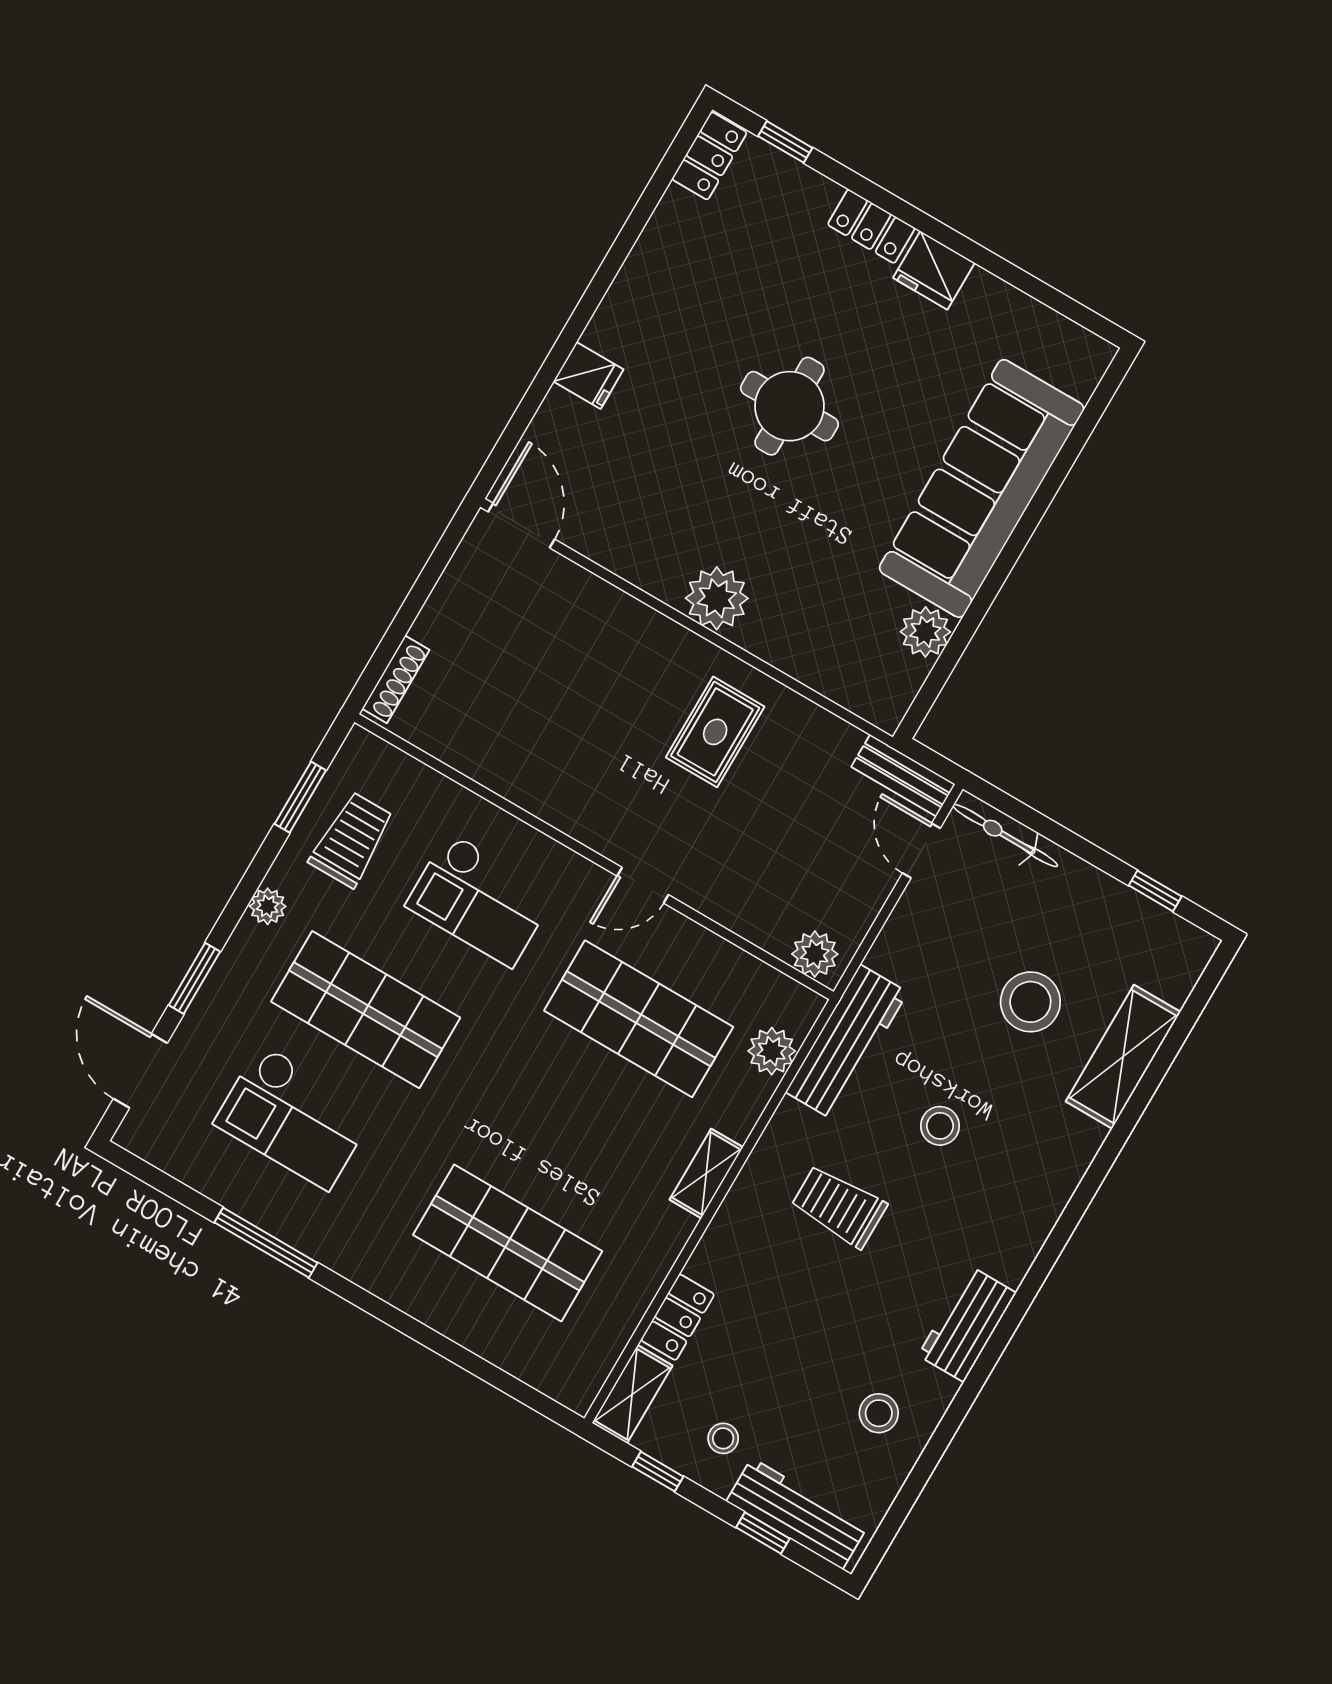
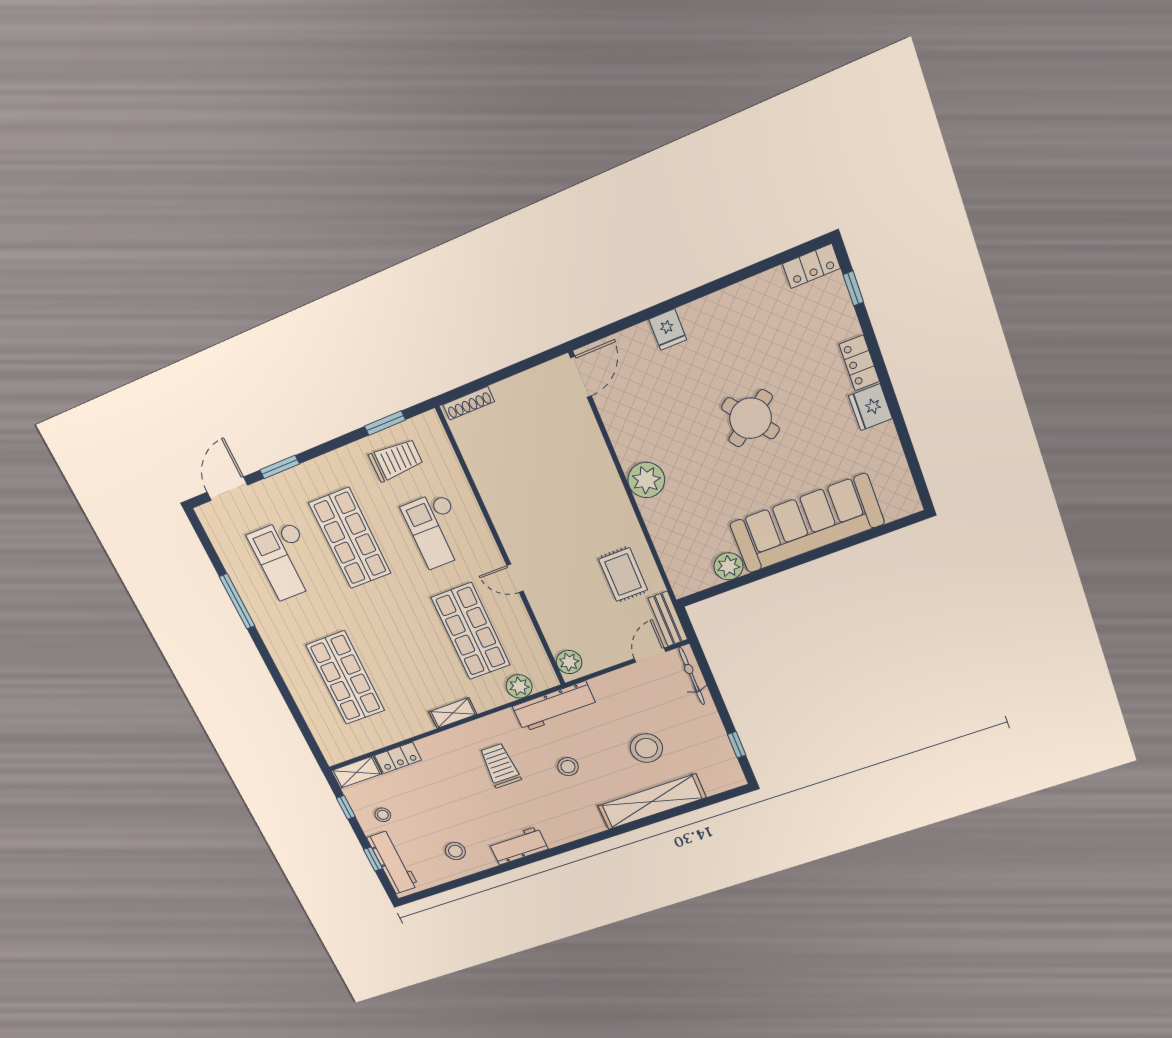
round table: (789, 406) -> (751, 418), turned -37
rug: (715, 732) -> (623, 575), moved, turned 90
plant: (268, 906) -> (336, 460), removed
shelving: (1123, 1057) -> (652, 802), width x1.47

